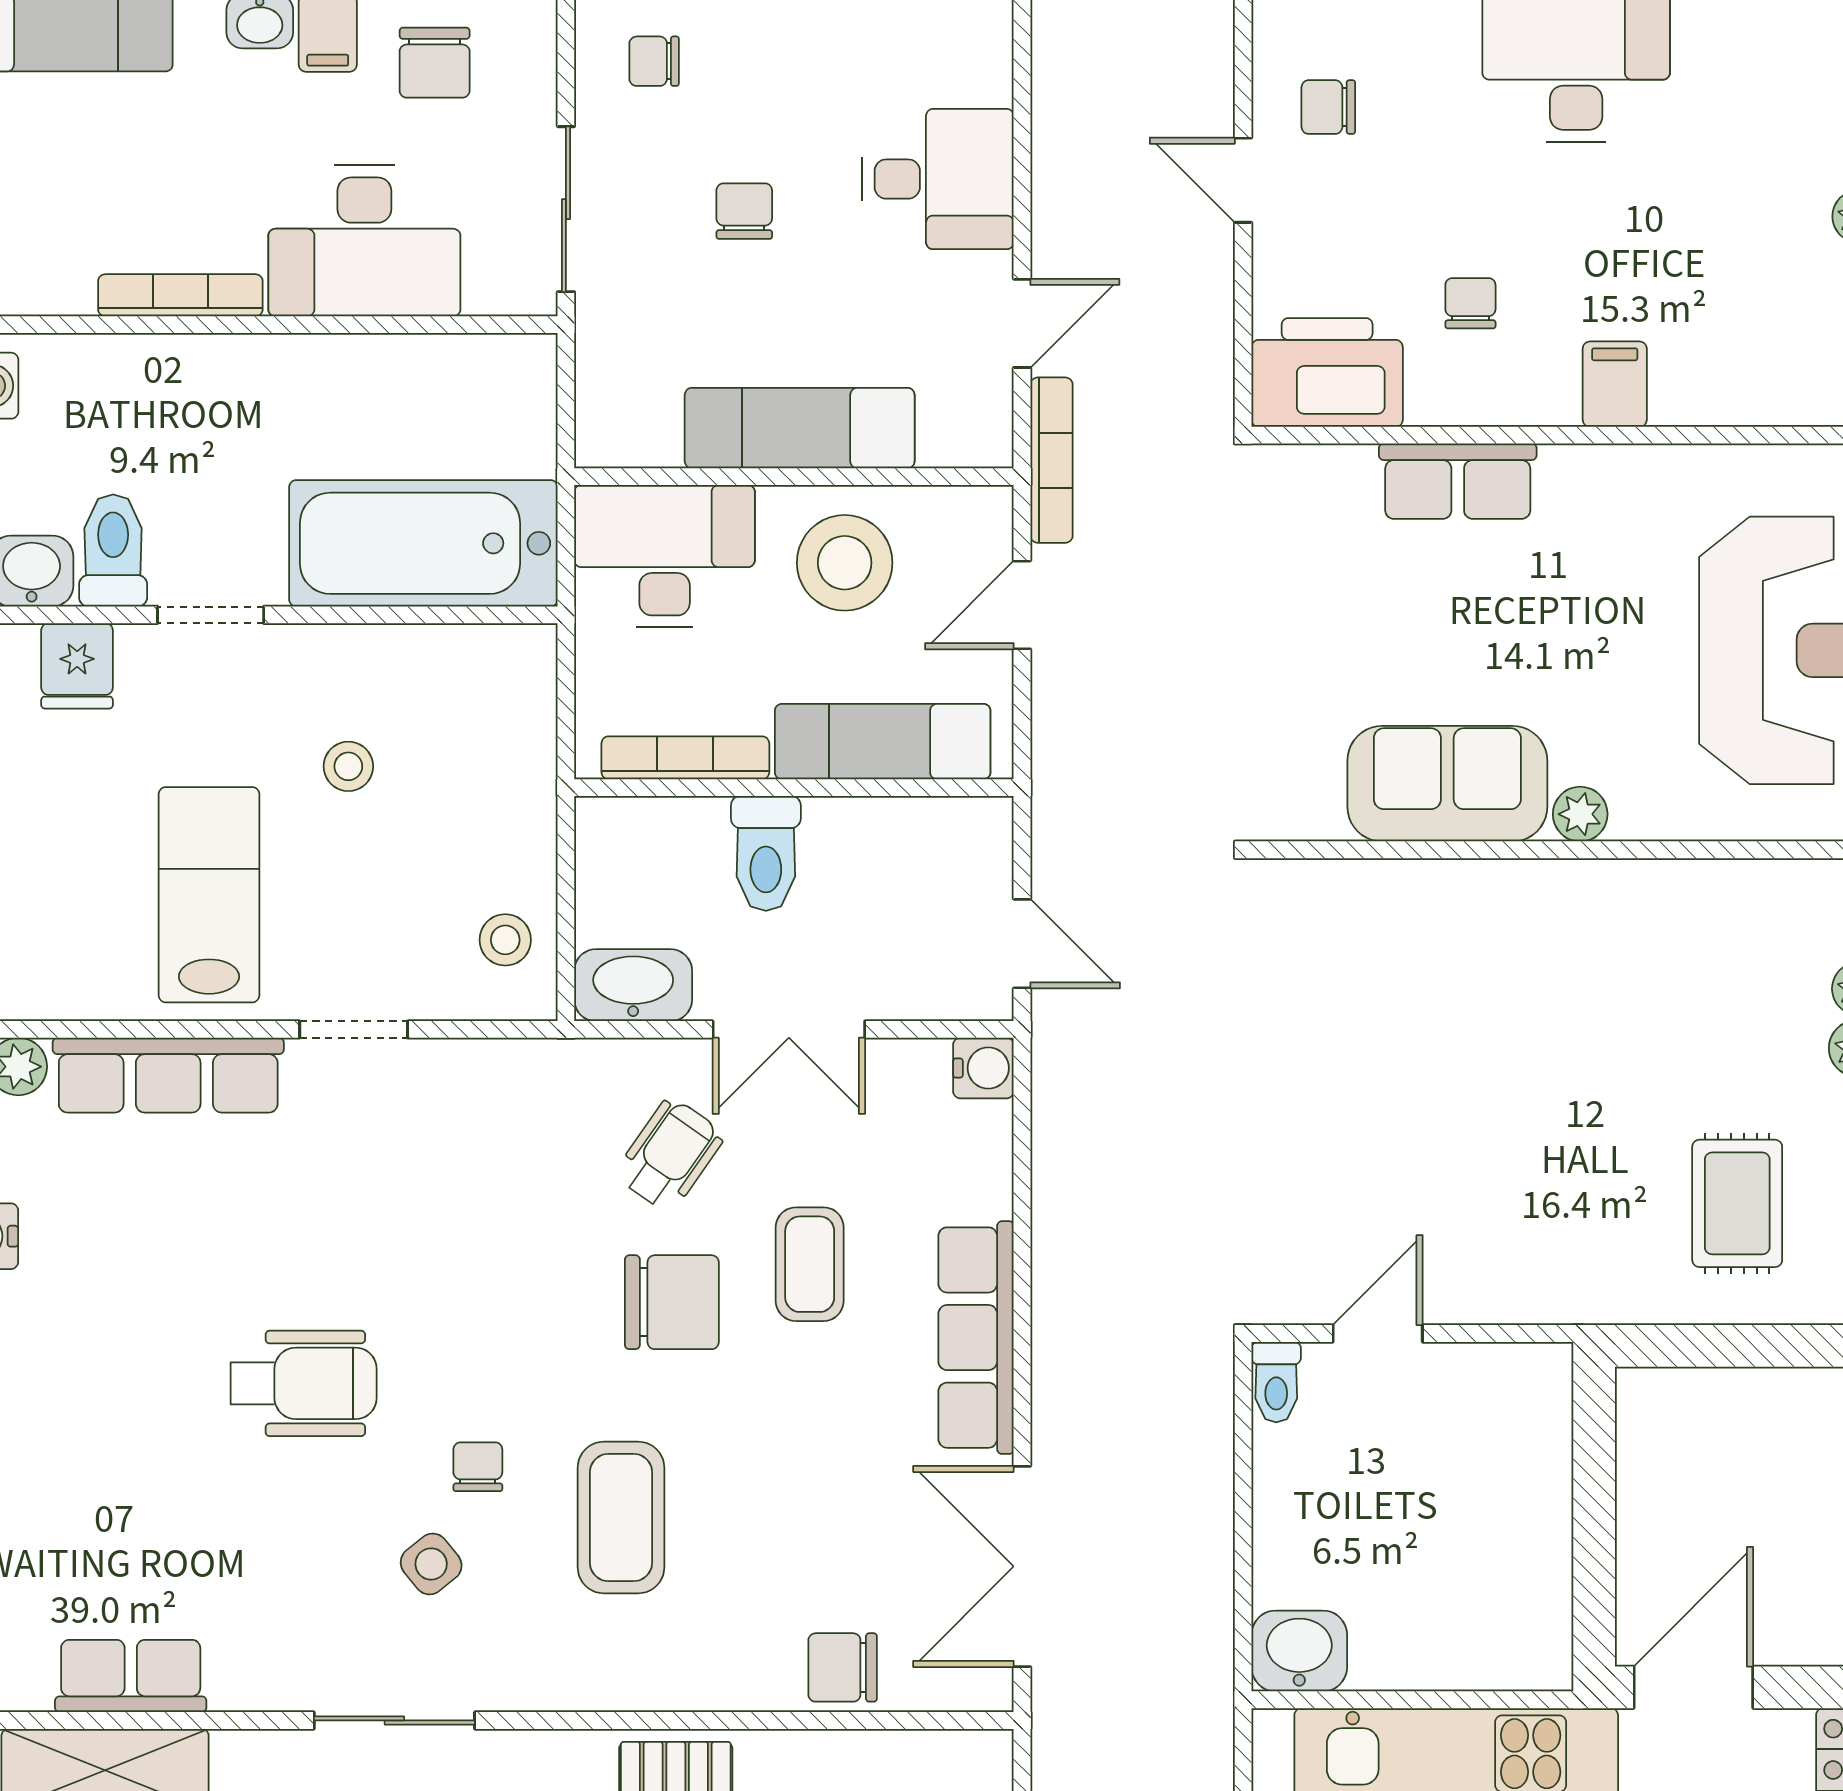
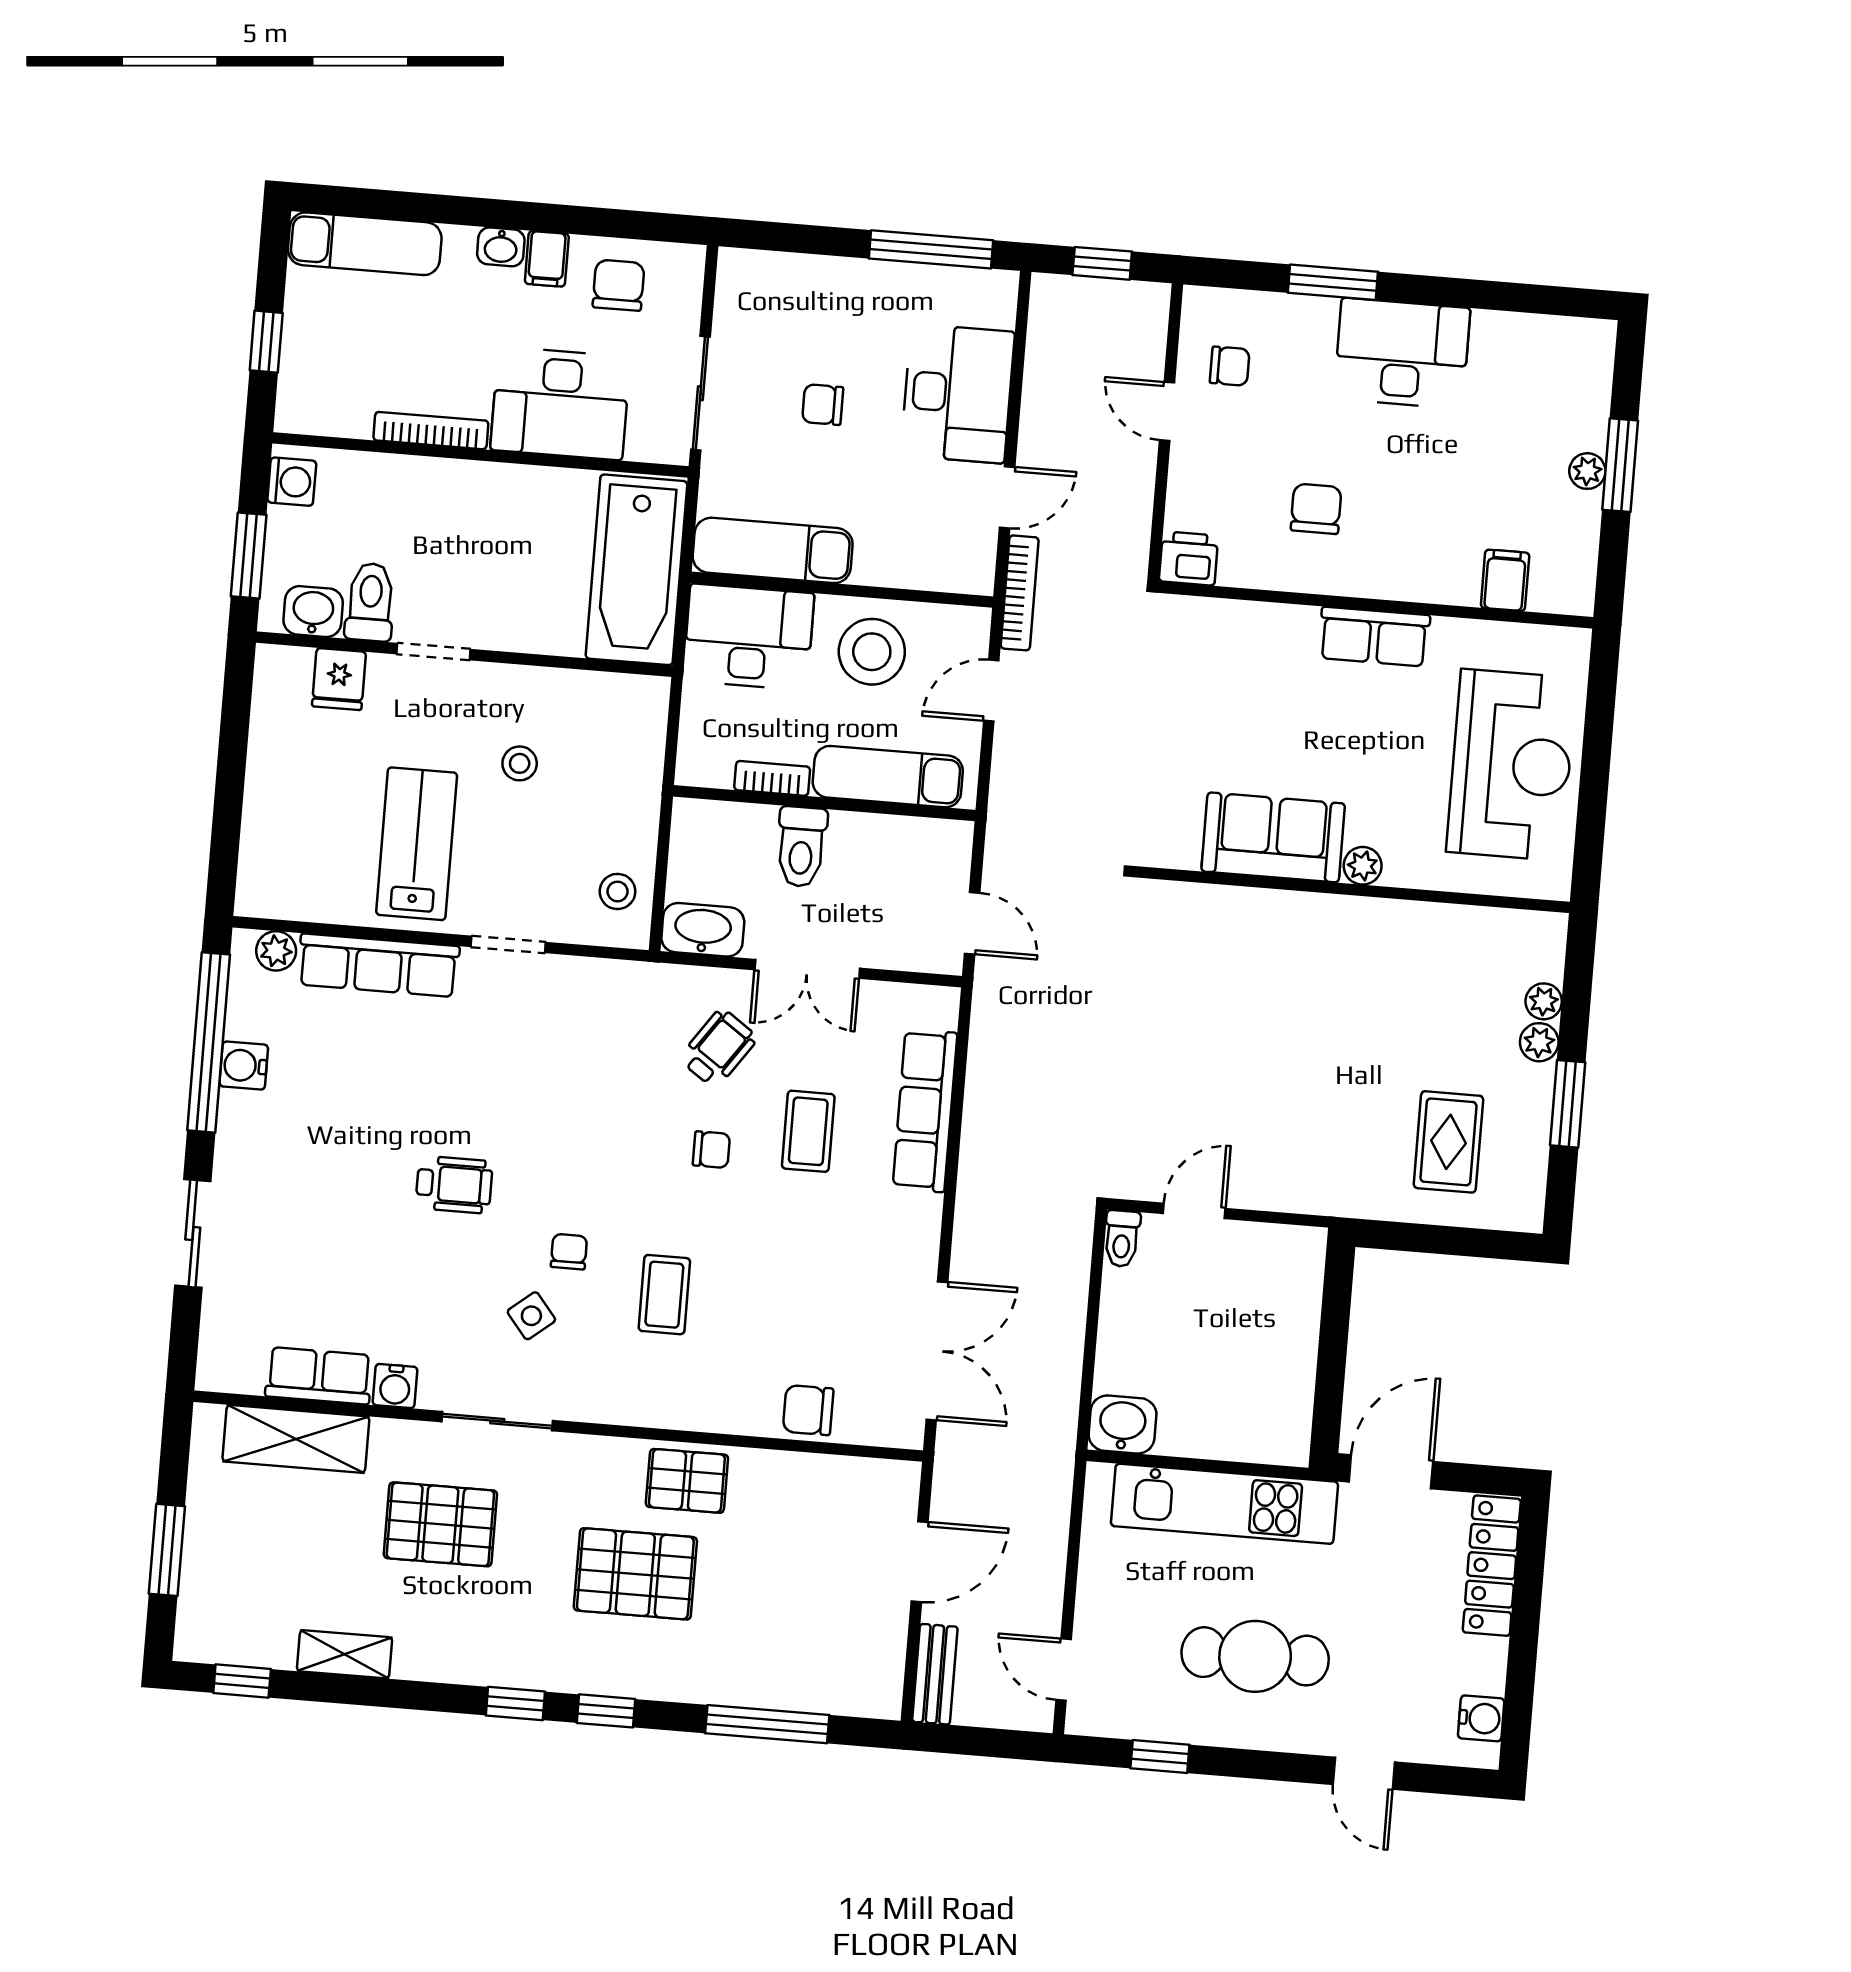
chair: (654, 61) -> (769, 297), removed
chair: (435, 63) -> (619, 285), turned 180
chair: (1328, 107) -> (1230, 366), turned 180
desk: (938, 179) -> (958, 393), width x1.37
chair: (744, 211) -> (823, 405), turned -90
chair: (1470, 303) -> (1316, 509), width x1.37, depth x1.37
printer: (1327, 373) -> (1189, 558), width x0.53, depth x0.68
filing cabinet: (1615, 384) -> (1505, 580), moved
exam couch: (800, 428) -> (773, 550), moved
row of seats: (1458, 481) -> (1374, 637), moved
bathtub: (423, 543) -> (636, 570), moved, turned -90
bookcase: (685, 758) -> (772, 778), width x0.64
water cooler: (983, 1068) -> (395, 1386), moved, turned 90
chair: (672, 1302) -> (711, 1150), width x0.54, depth x0.54
row of seats: (976, 1338) -> (925, 1111), moved
wheelchair: (304, 1383) -> (454, 1185), width x0.73, depth x0.73
coffee table: (621, 1517) -> (664, 1295), width x0.73, depth x0.77
double door: (1022, 1566) -> (937, 1351), swing flipped

